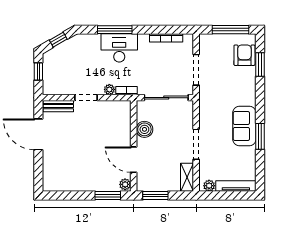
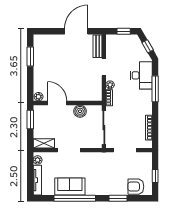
window: (230, 30) -> (155, 176), width x0.46
desk: (119, 48) -> (141, 75), moved
armchair: (244, 55) -> (136, 187), turned 180
window: (260, 64) -> (118, 198), moved
sofa: (244, 126) -> (70, 186), moved
window: (260, 136) -> (75, 198), width x2.11
door: (134, 160) -> (57, 103), hinge flipped
window: (108, 195) -> (30, 56), moved

